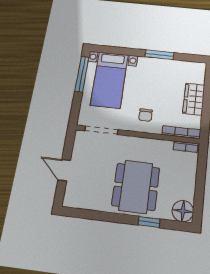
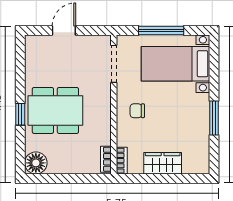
window: (82, 74) -> (161, 31), moved
bookcase: (181, 132) -> (122, 161), width x0.64
window: (149, 222) -> (20, 114), moved

